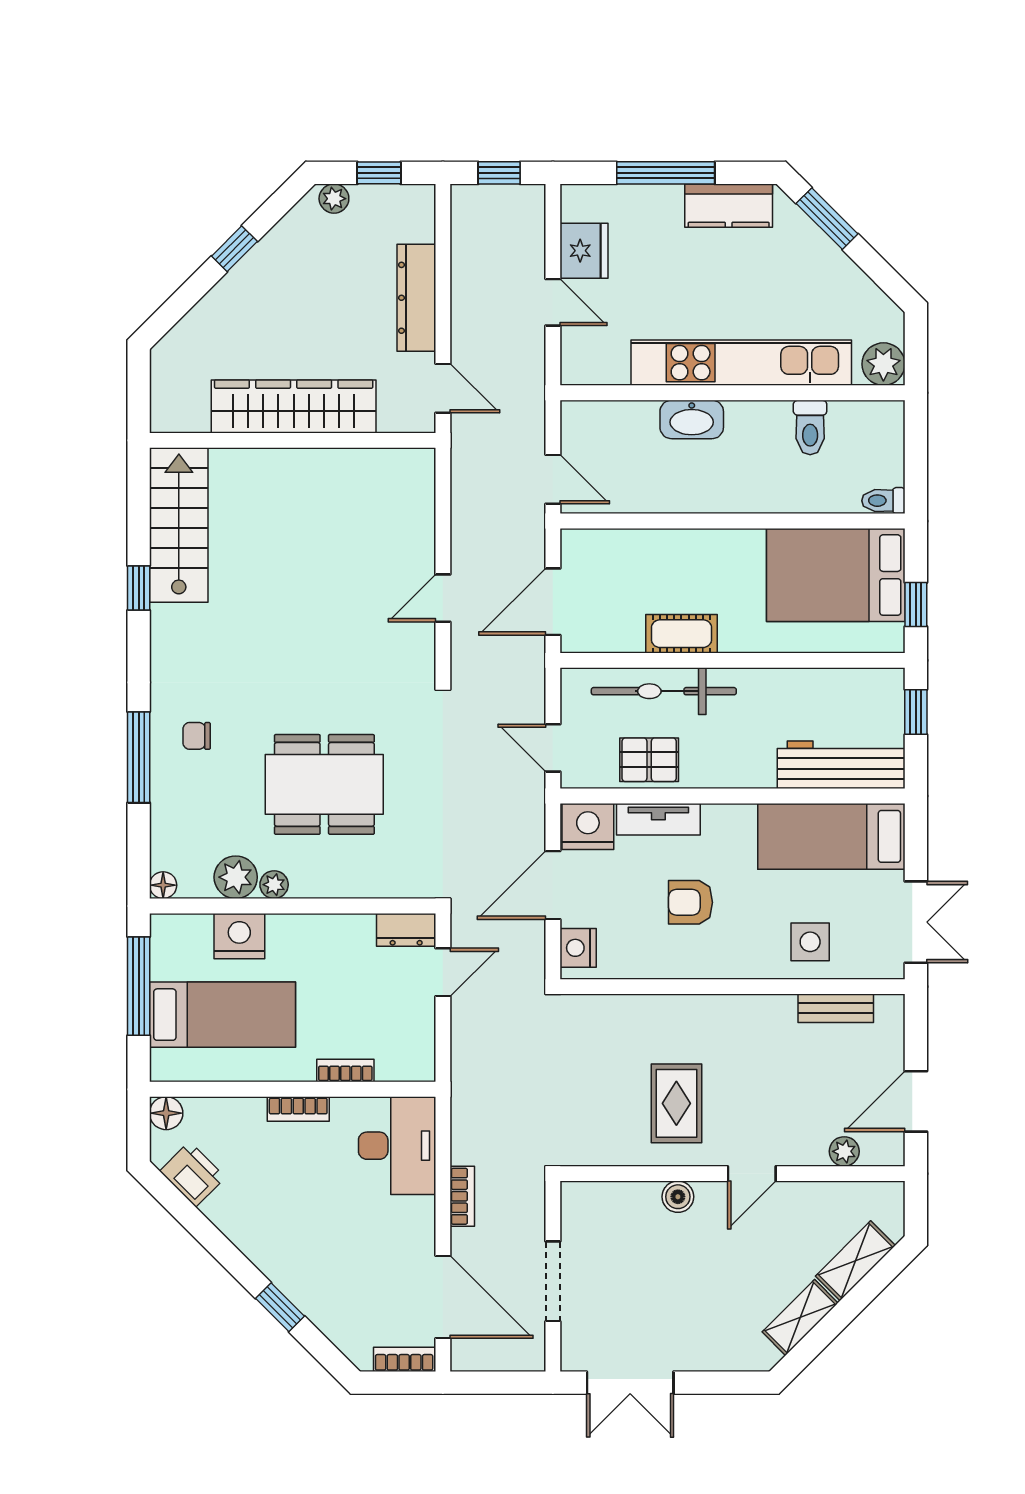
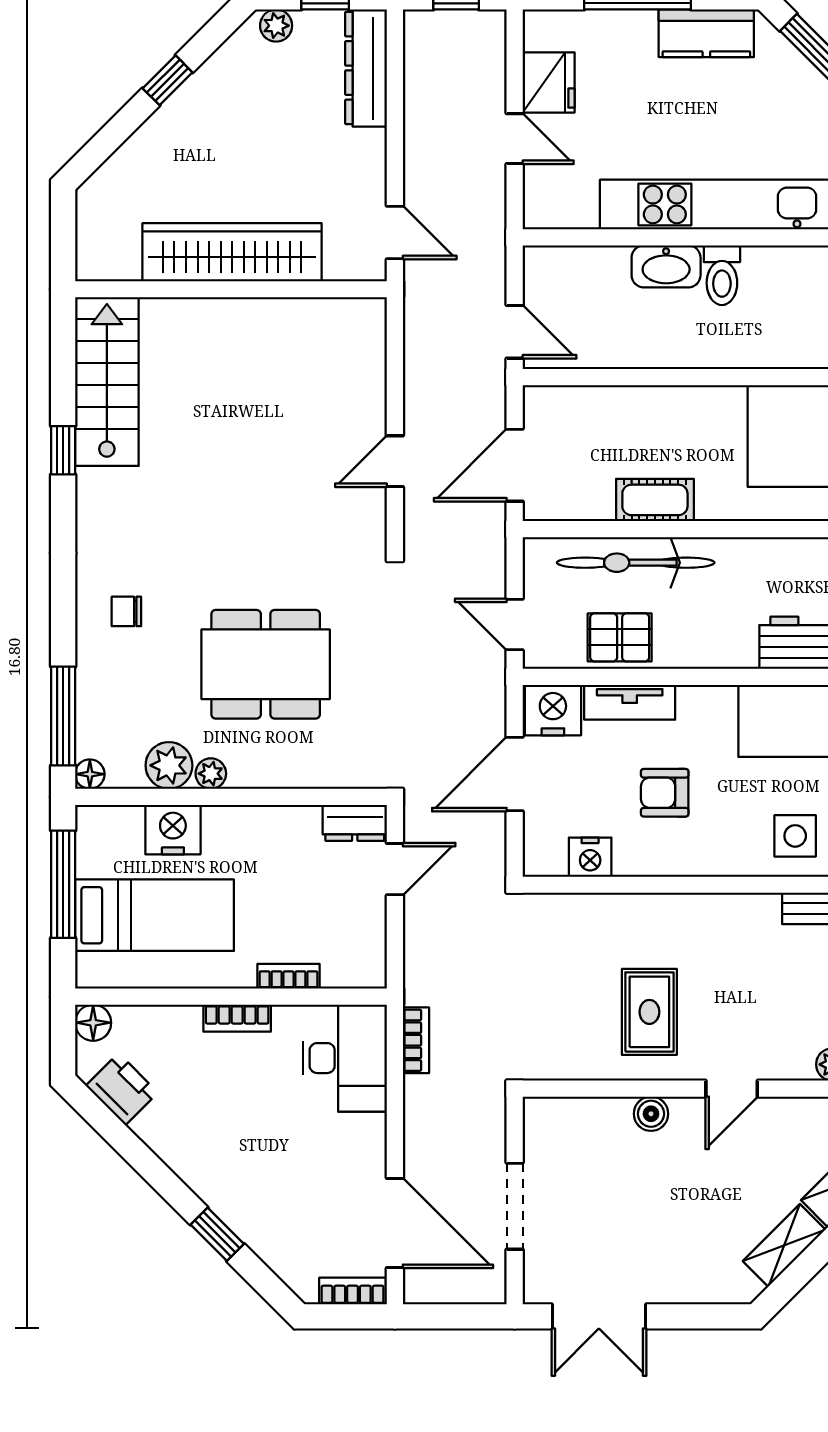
dresser: (416, 298) -> (366, 68), moved
toilet: (810, 427) -> (722, 275), moved
window: (139, 757) -> (63, 716), moved
nightstand: (578, 948) -> (590, 857), moved, turned -90
bookcase: (462, 1196) -> (416, 1040), moved

